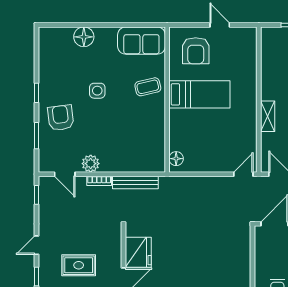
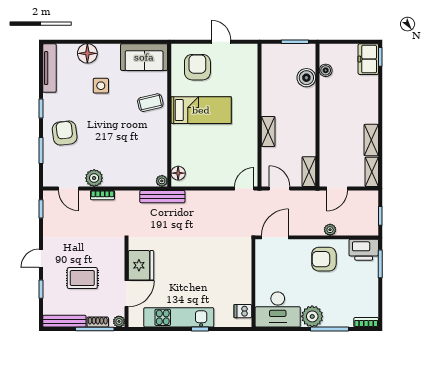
armchair: (196, 51) -> (197, 67), turned 180
tv unit: (45, 52) -> (49, 68), added
side table: (97, 91) -> (101, 86), moved
plant: (159, 166) -> (162, 181), added
bench: (135, 182) -> (162, 197), moved

